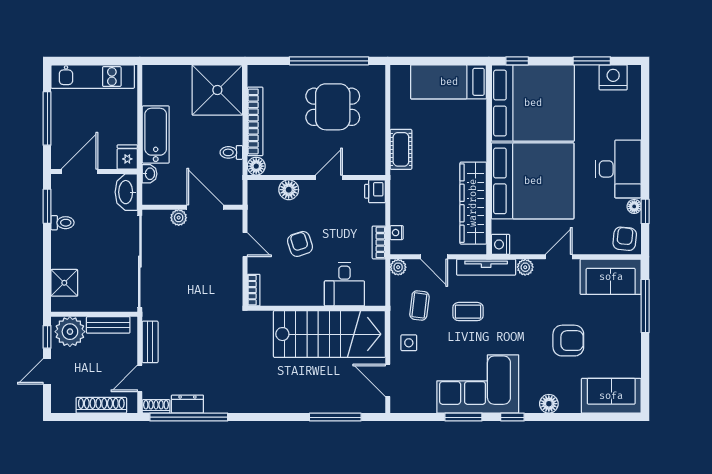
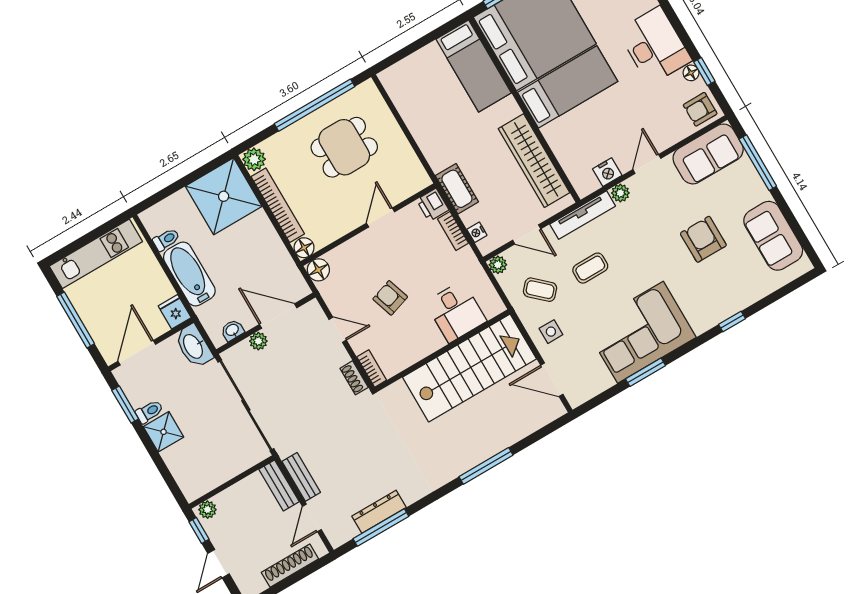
plant: (258, 75) -> (254, 159), added
bed: (449, 82) -> (474, 66), moved, turned -90
cot: (401, 149) -> (457, 189), moved
toilet: (231, 152) -> (166, 240), moved, turned 180
washbasin: (150, 174) -> (232, 330), moved, turned -90
bed: (533, 181) -> (568, 87), width x0.49
floor lamp: (289, 190) -> (318, 270), moved
armchair: (625, 239) -> (700, 109), turned -96
bookcase: (379, 242) -> (453, 231), moved
nightstand: (500, 244) -> (607, 172), moved, turned -90
shower: (64, 283) -> (164, 432), moved
coffee table: (419, 305) -> (540, 290), turned -54
bench: (108, 325) -> (279, 485), moved, turned 90
plant: (70, 332) -> (207, 510), width x0.53, depth x0.53
armchair: (568, 341) -> (703, 239), turned -90
sofa: (611, 396) -> (773, 236), moved, turned -90
dresser: (187, 404) -> (379, 512), width x1.44
floor lamp: (549, 404) -> (720, 311), removed
shoe rack: (156, 406) -> (354, 378), moved, turned -90
window: (189, 417) -> (381, 527), width x0.68
window: (335, 417) -> (486, 466), moved
window: (512, 417) -> (732, 321), moved

